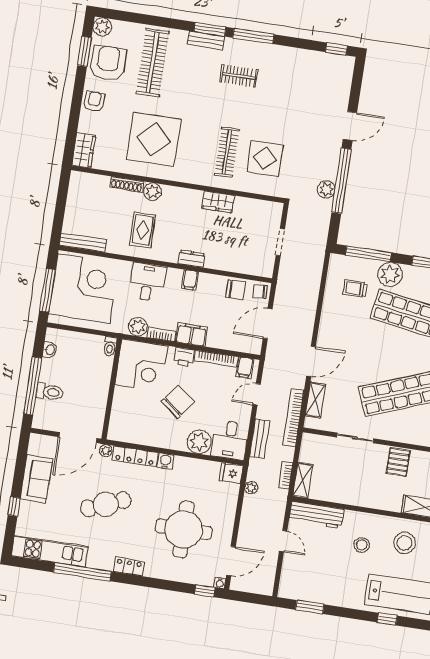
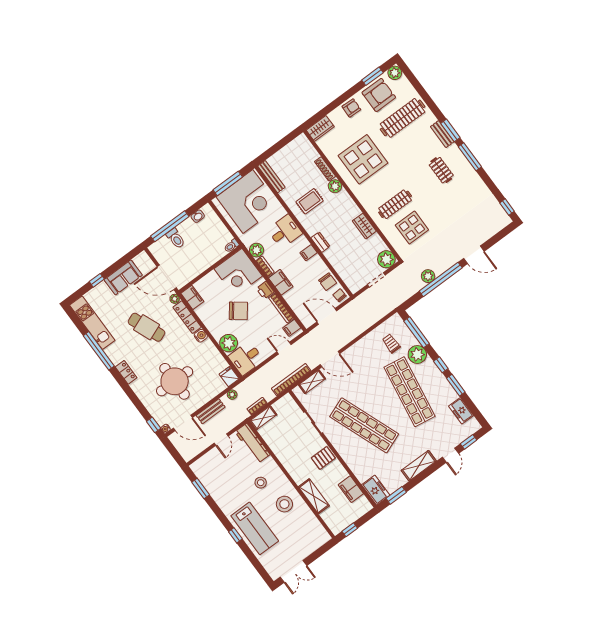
plant: (271, 213) -> (386, 259), added
filing cabinet: (121, 432) -> (192, 297), added
bench: (260, 439) -> (211, 411), moved

